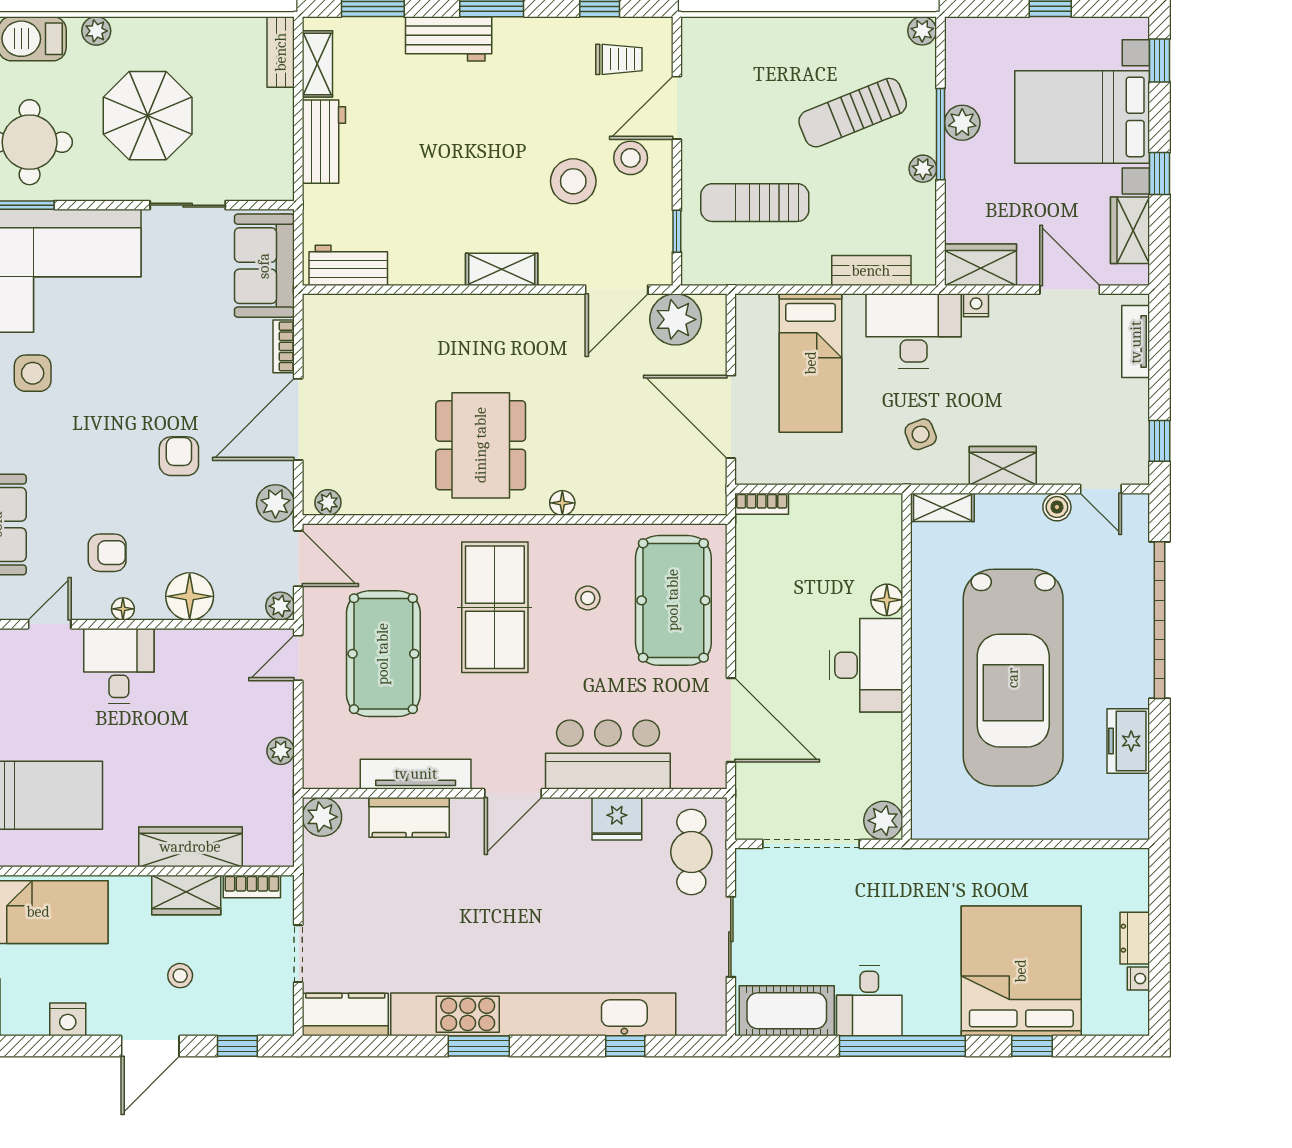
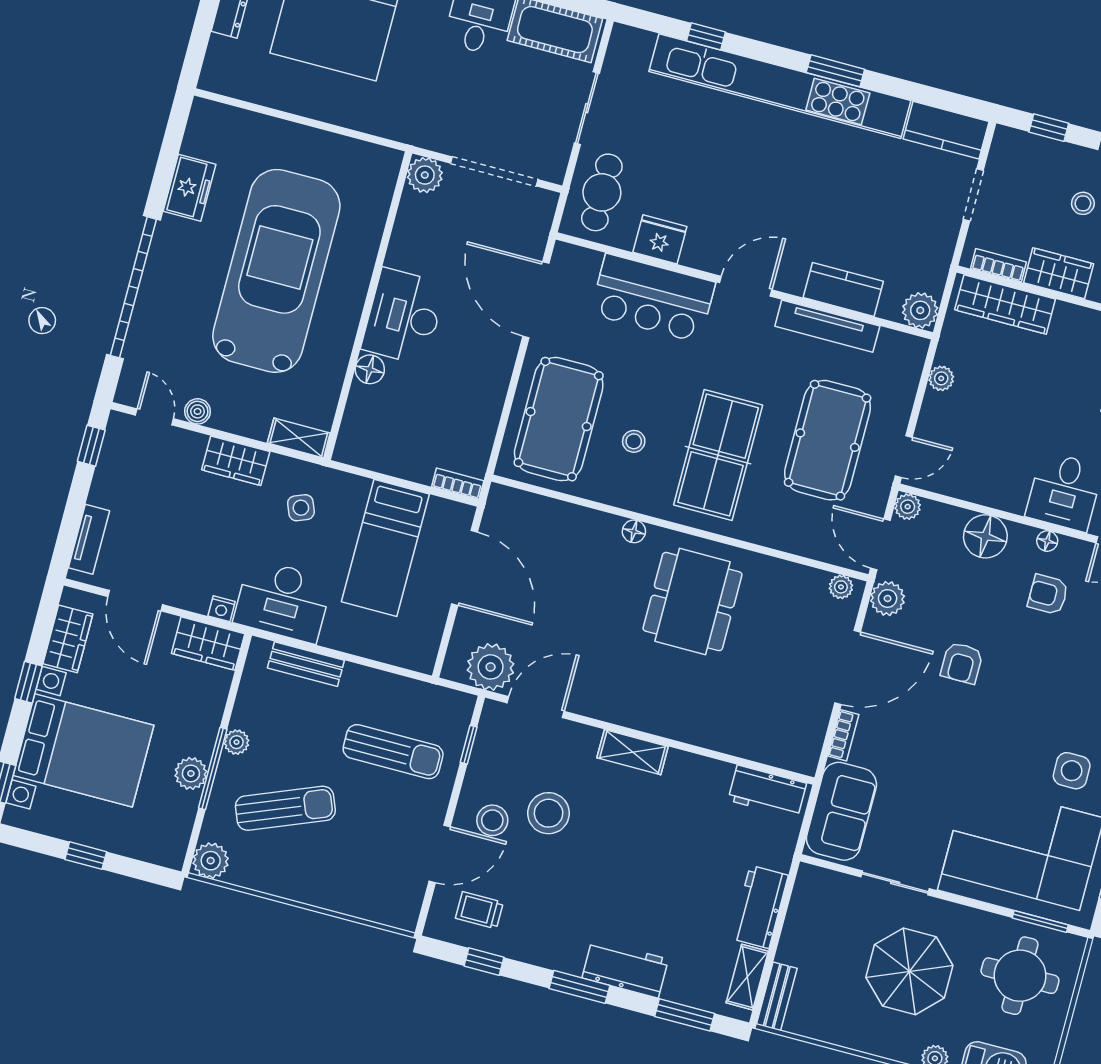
plant: (922, 31) -> (211, 861), width x1.38, depth x1.38
bed: (811, 363) -> (385, 548), moved, turned 180
wardrobe: (190, 847) -> (1005, 304), moved

